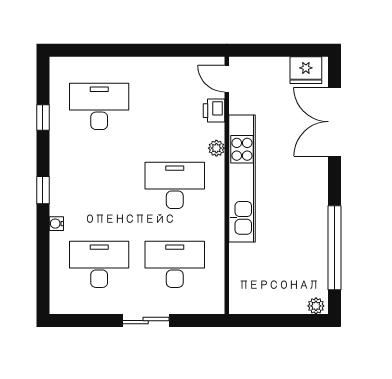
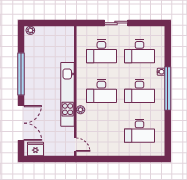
printer: (214, 111) -> (82, 129), removed
window: (43, 118) -> (168, 125), removed
desk: (99, 185) -> (139, 91), added
window: (43, 190) -> (168, 89), width x3.17
window: (334, 248) -> (21, 74), moved

